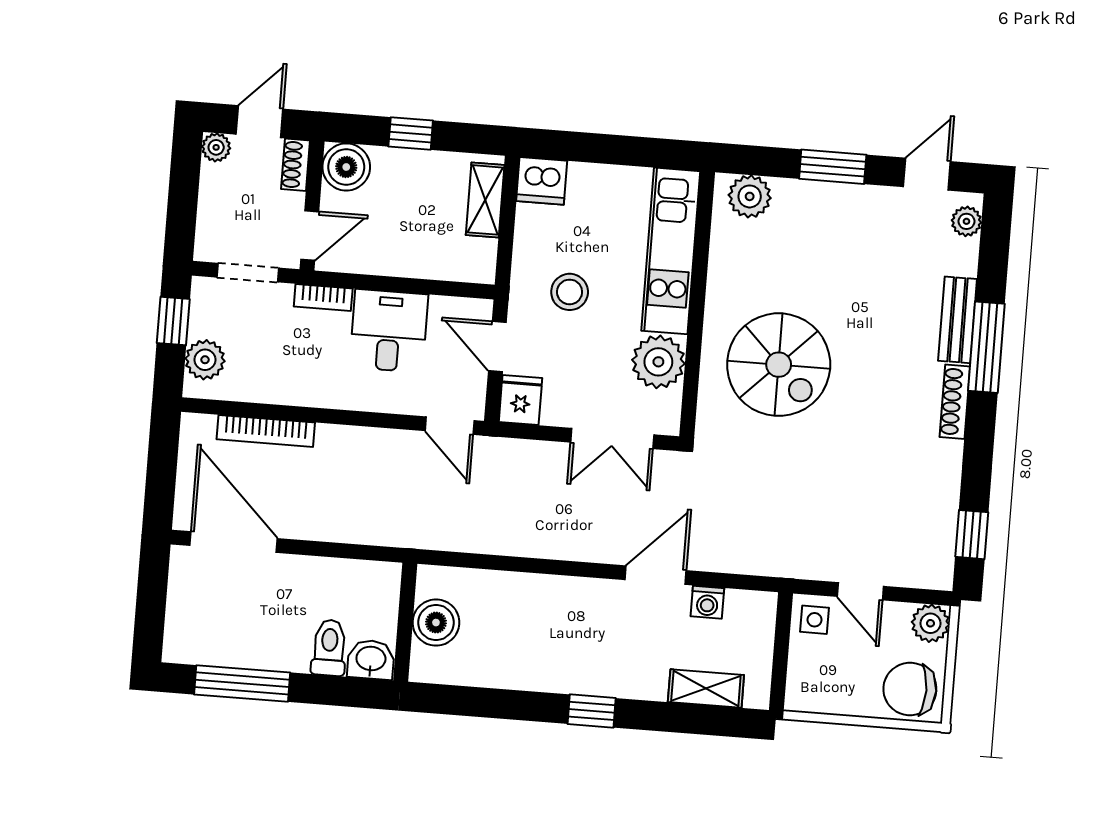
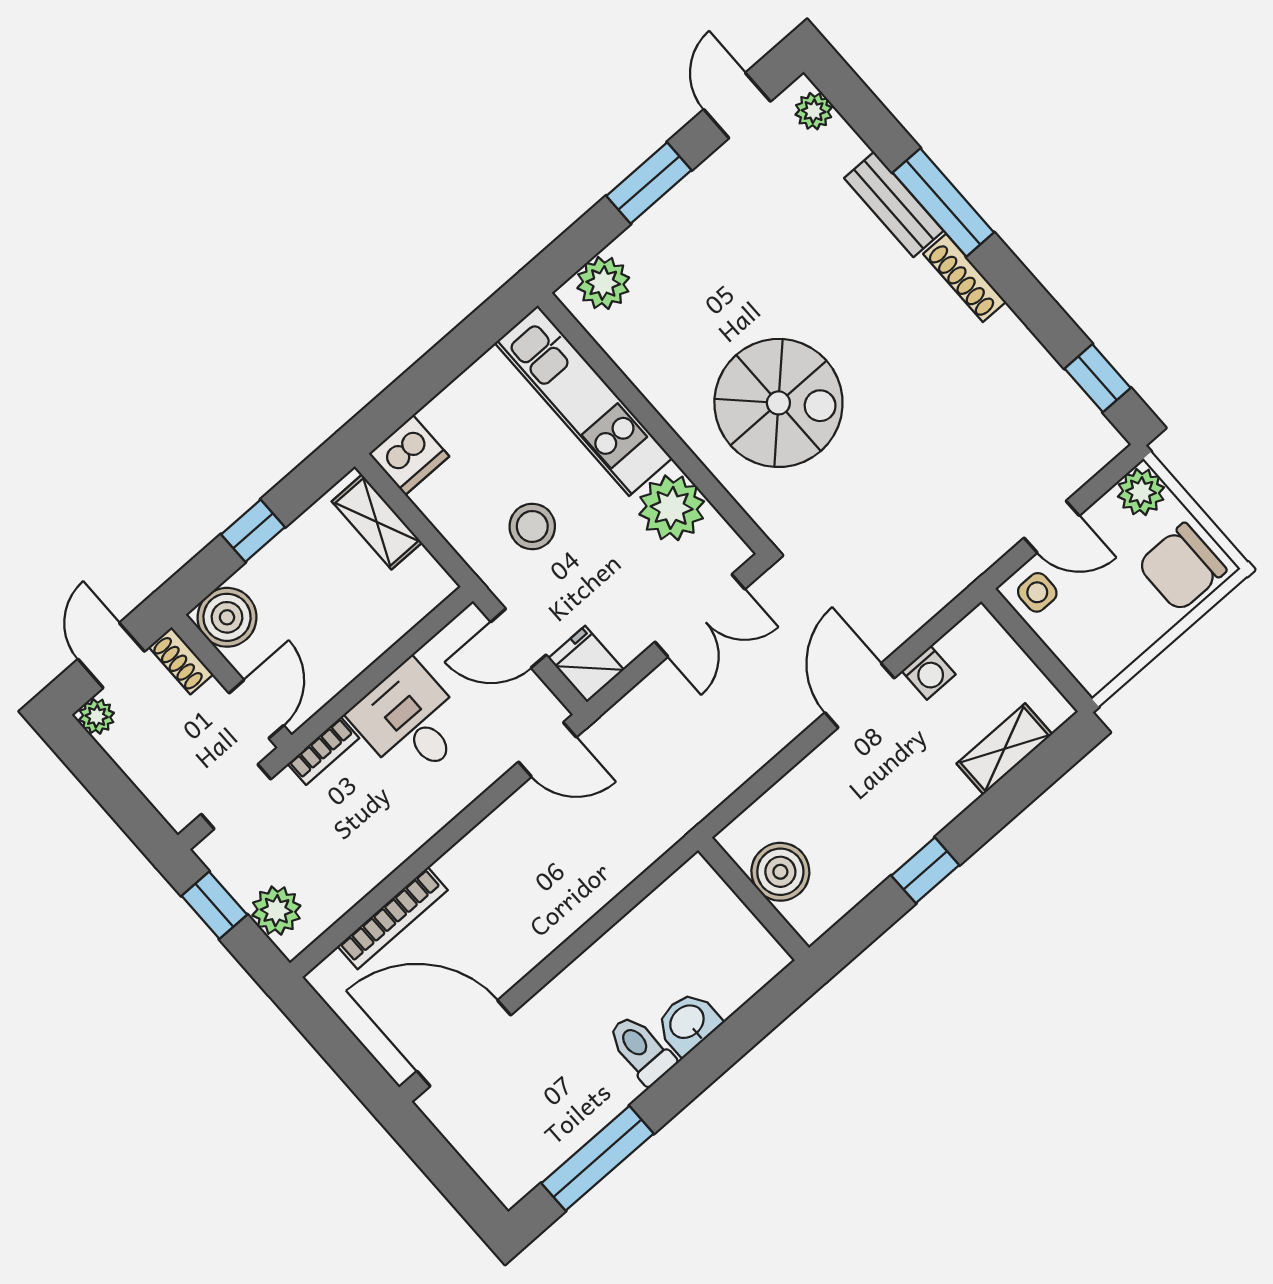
wall: (405, 622) -> (753, 899), moved
boiler: (436, 623) -> (780, 872), moved

